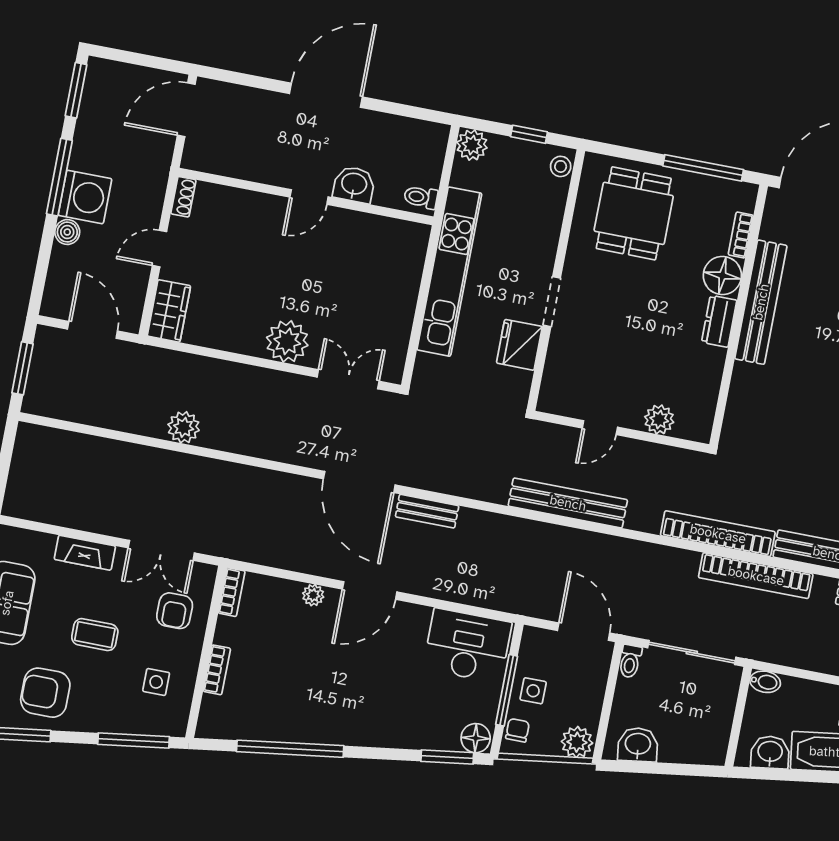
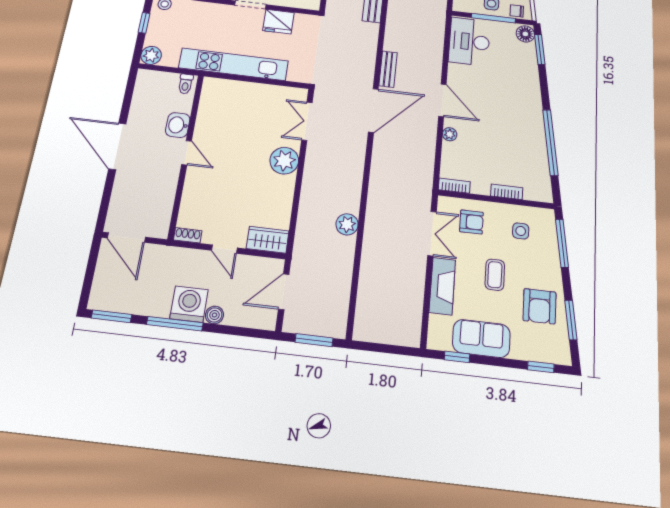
fireplace: (85, 553) -> (442, 286), width x1.37, depth x1.32

